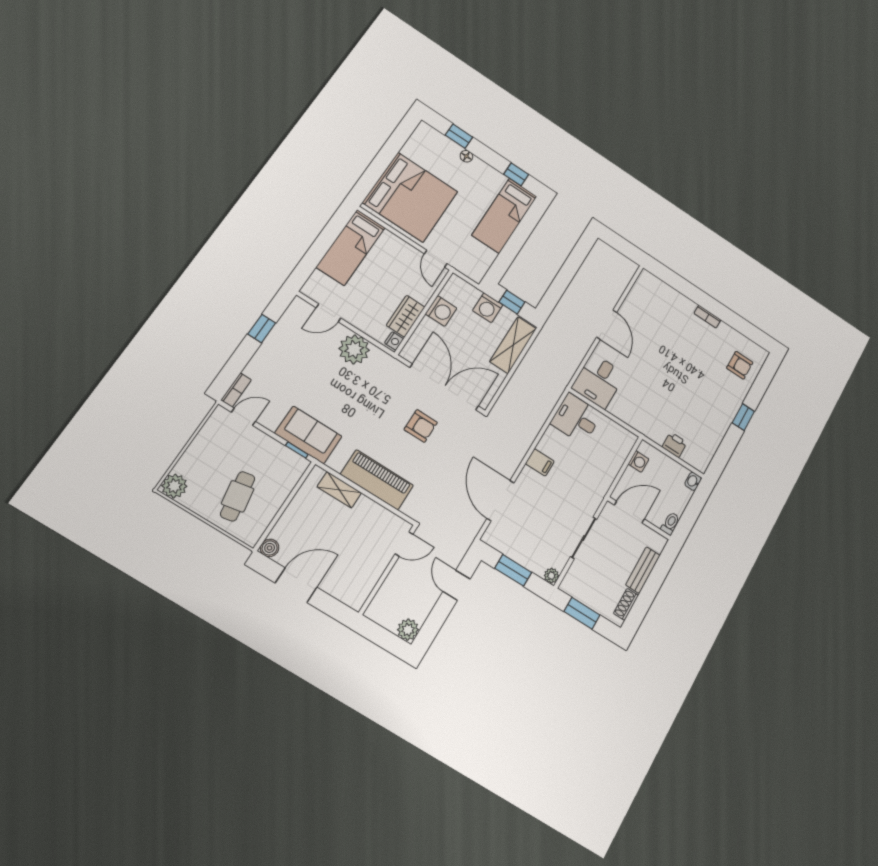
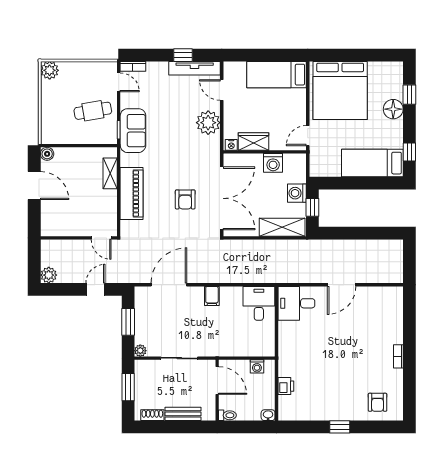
floor lamp: (466, 156) -> (393, 109), width x1.89, depth x1.89
tv unit: (285, 326) -> (195, 68), added
cafe table: (238, 496) -> (93, 111), moved

